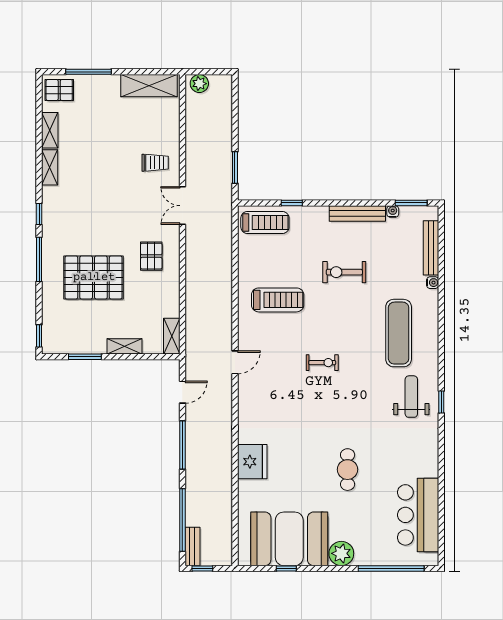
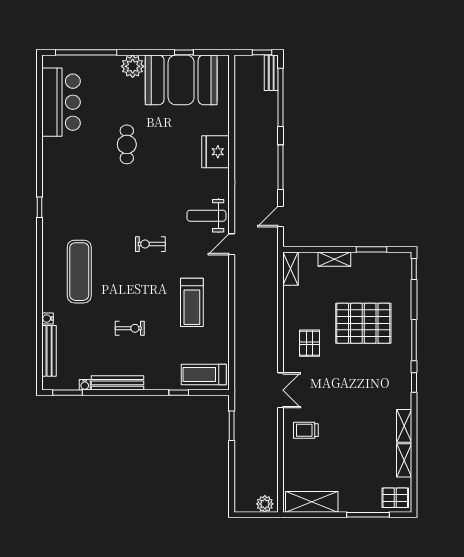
exercise bike: (344, 272) -> (130, 328), width x0.73, depth x0.72
treadmill: (278, 300) -> (192, 302), turned -90
weight bench: (411, 397) -> (206, 216), moved, turned 90

